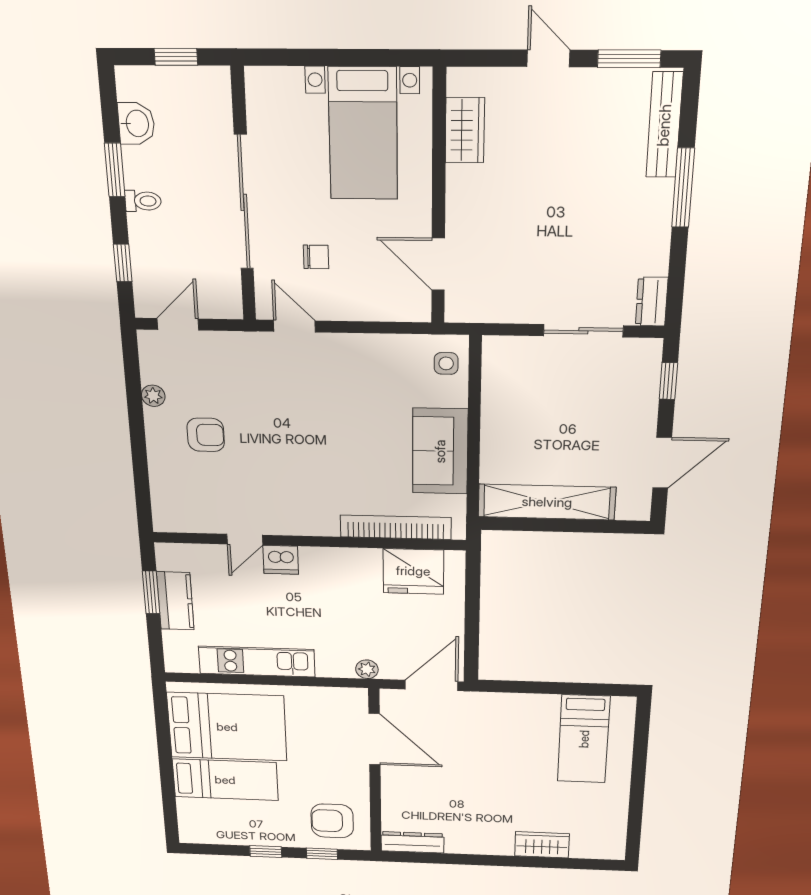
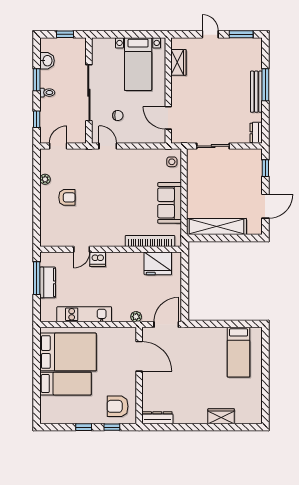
bench: (664, 125) -> (256, 92), moved
sliding door: (583, 331) -> (213, 146), moved
window: (151, 592) -> (37, 278), width x1.44

